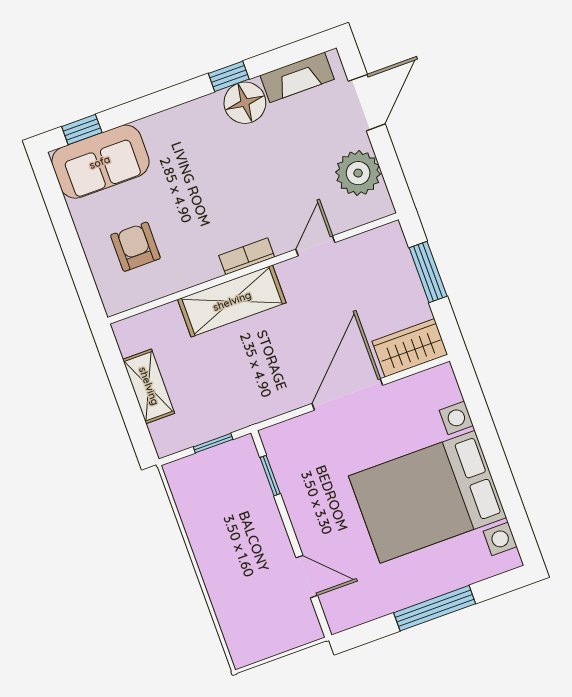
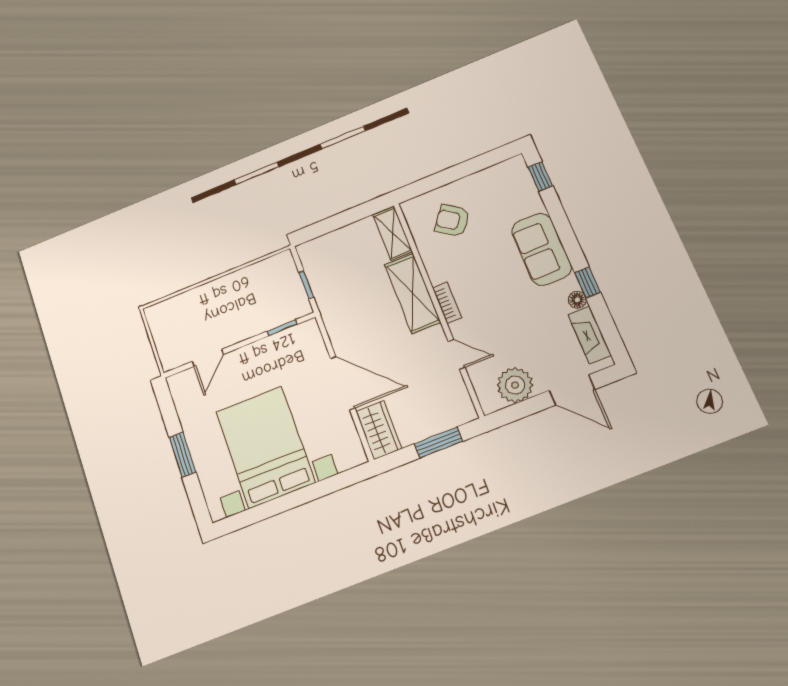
floor lamp: (245, 103) -> (577, 300), width x0.53, depth x0.53
sofa: (100, 162) -> (541, 249), moved
armchair: (135, 247) -> (452, 221), turned -144
shelving: (149, 386) -> (393, 233), moved, turned 90
window: (435, 608) -> (182, 455), width x0.69

